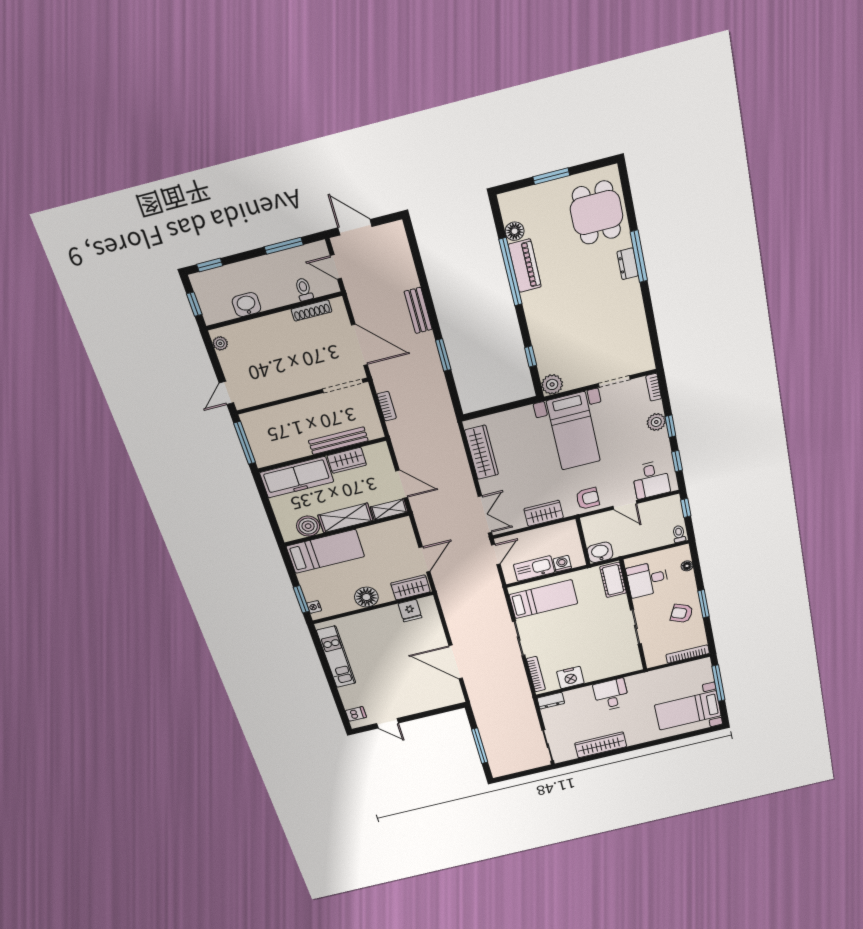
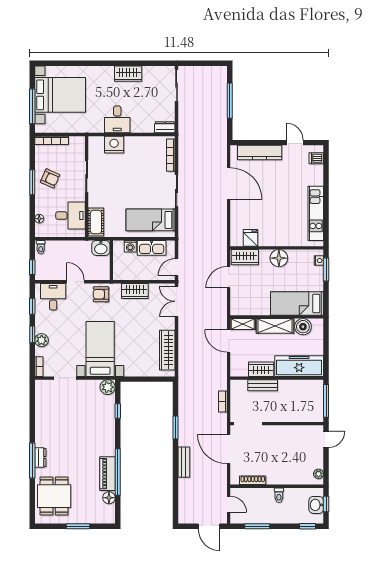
toilet: (304, 289) -> (279, 495), moved
washbasin: (246, 305) -> (316, 505), moved, turned 90
bench: (338, 441) -> (263, 385), width x0.73
nightstand: (570, 677) -> (114, 145), moved
kitchen counter: (427, 703) -> (260, 153), added
bed with nightstands: (688, 710) -> (60, 95), width x1.36
wardrobe: (601, 745) -> (128, 74), width x0.67

